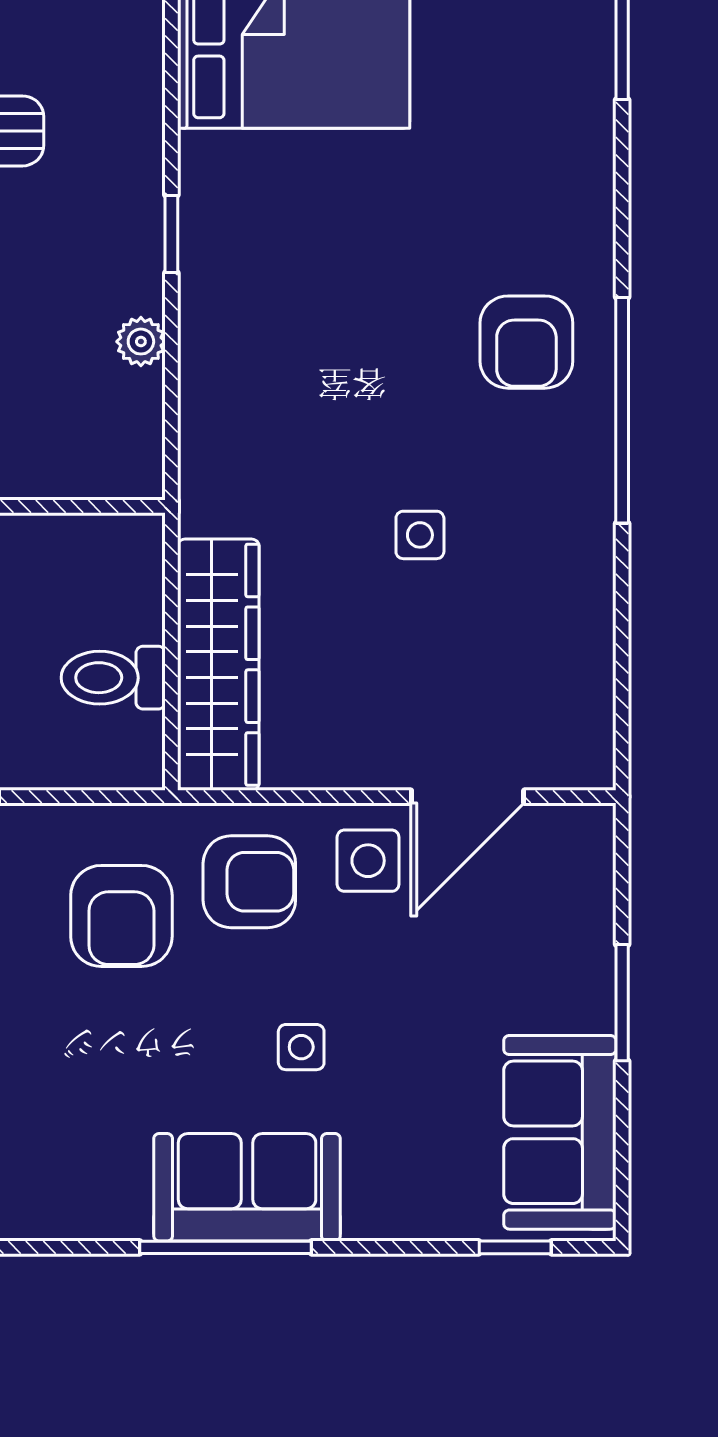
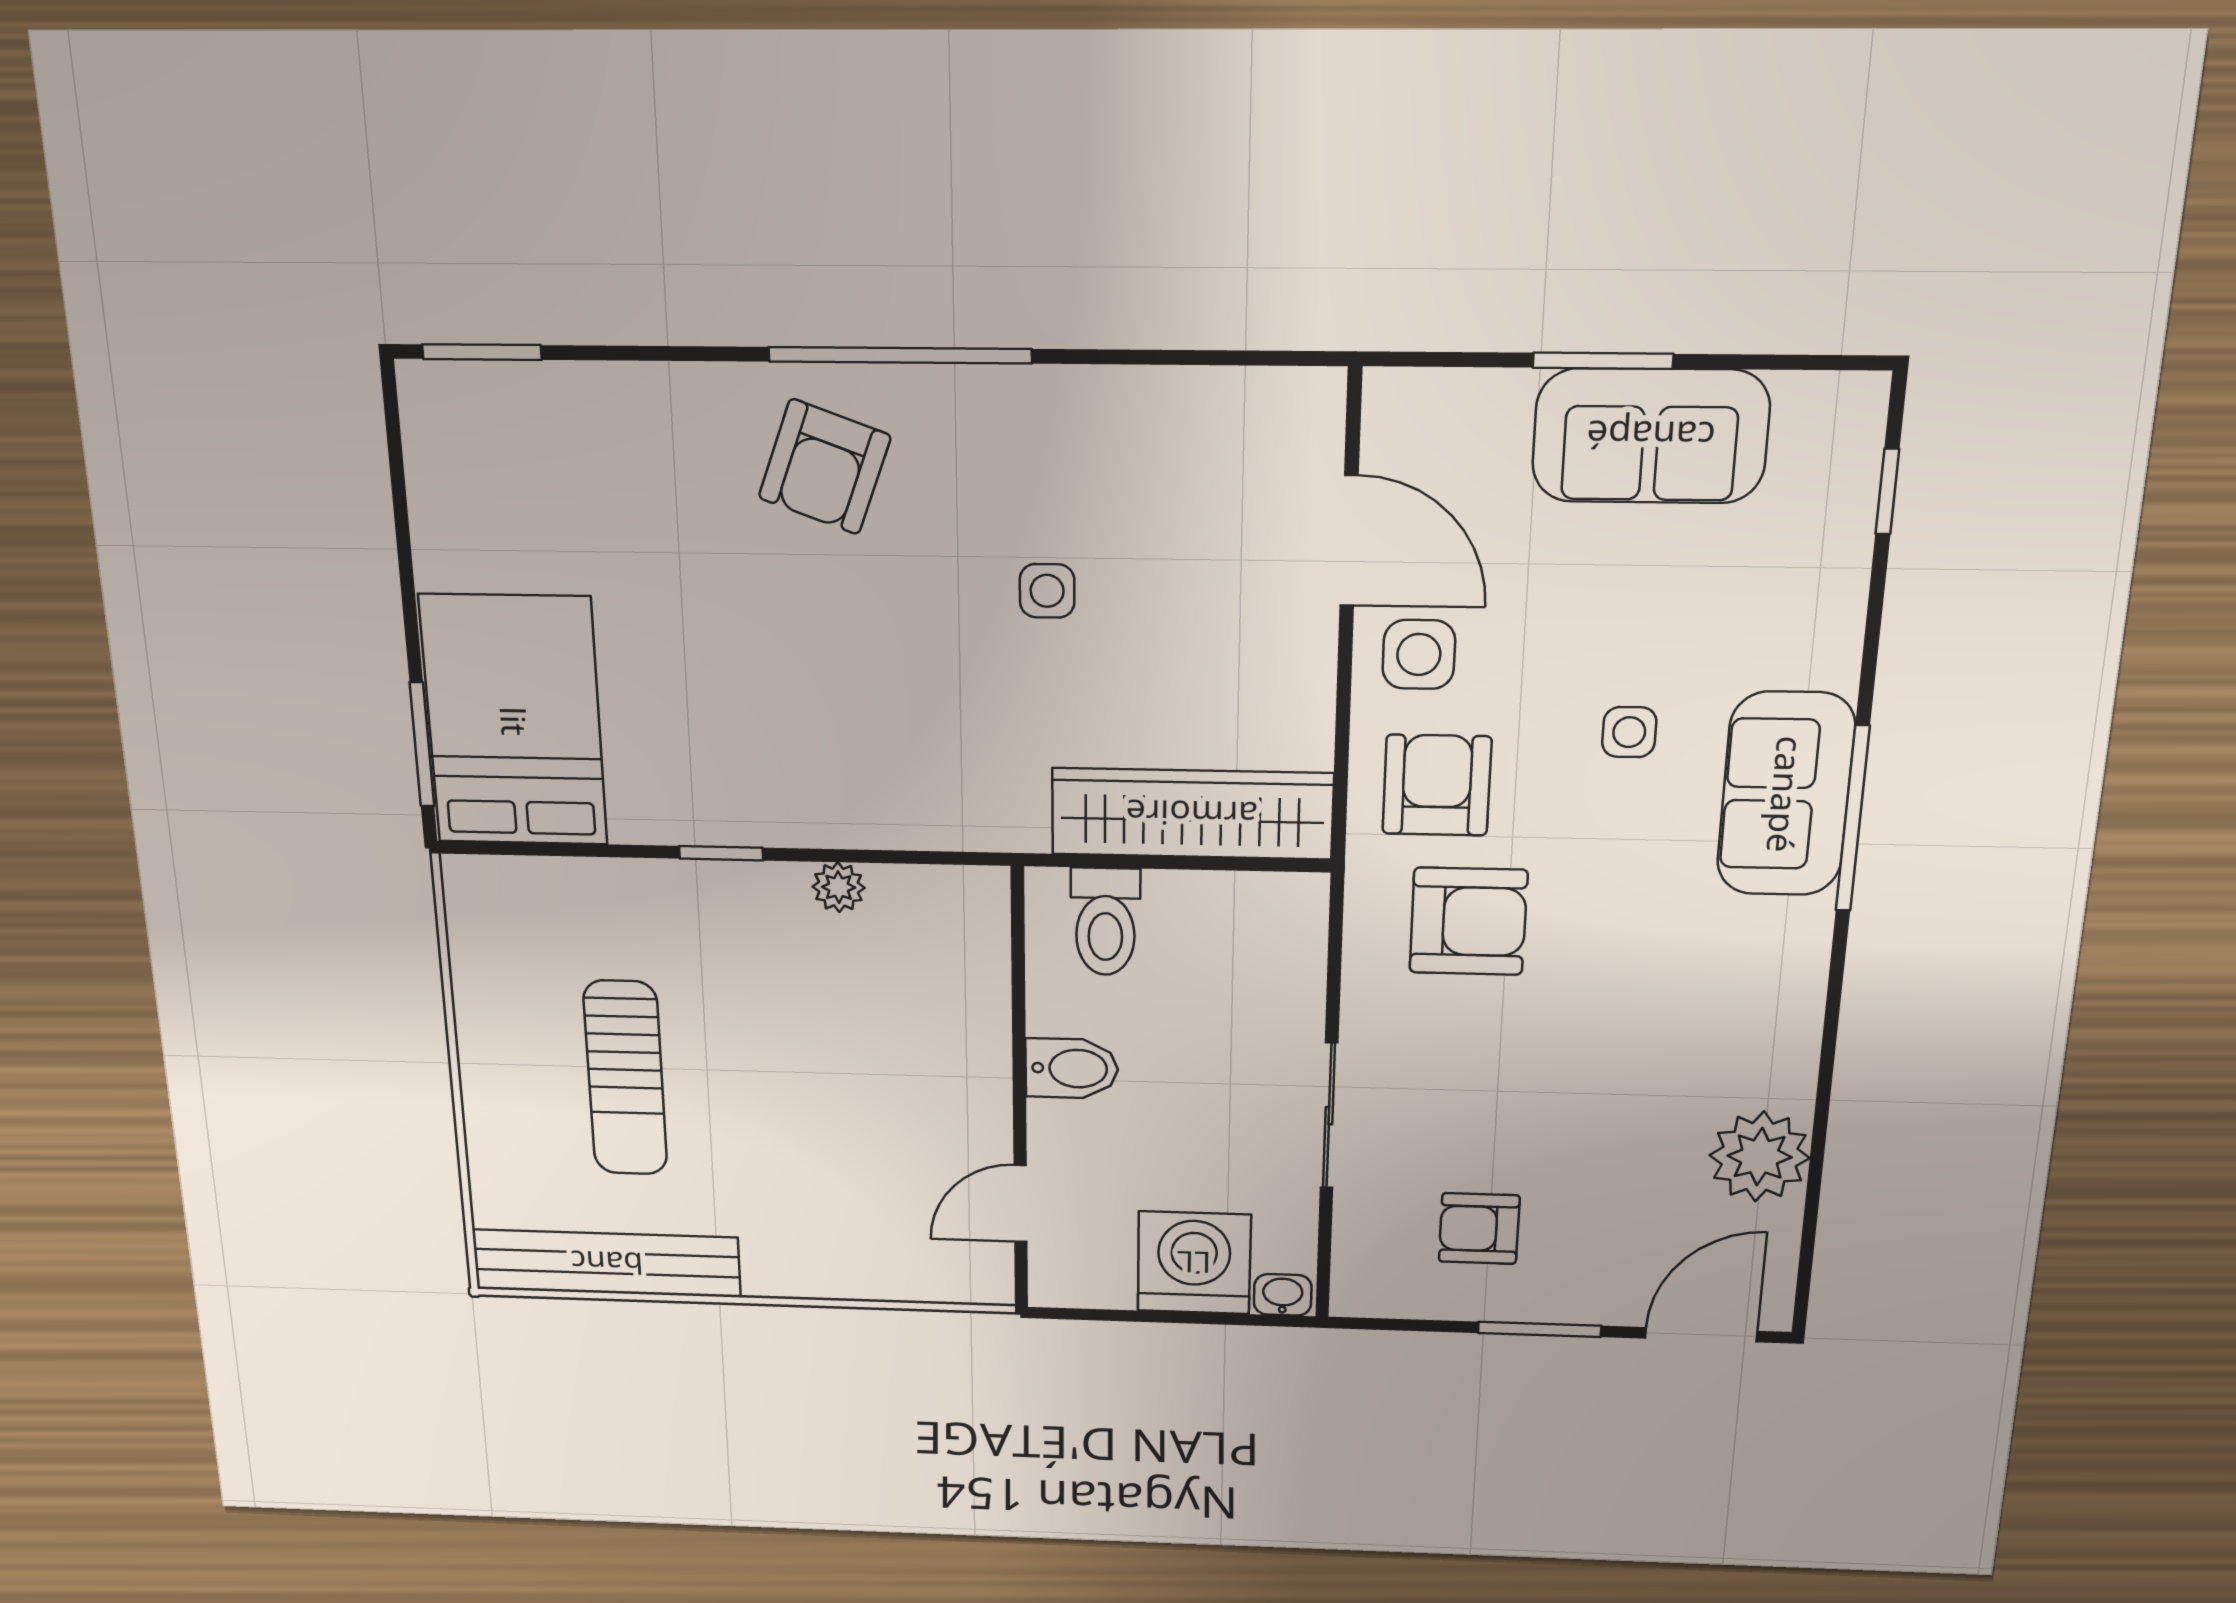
armchair: (526, 342) -> (825, 467), turned 110
toilet: (113, 678) -> (1105, 922), moved
sofa: (560, 1132) -> (1651, 436), moved

